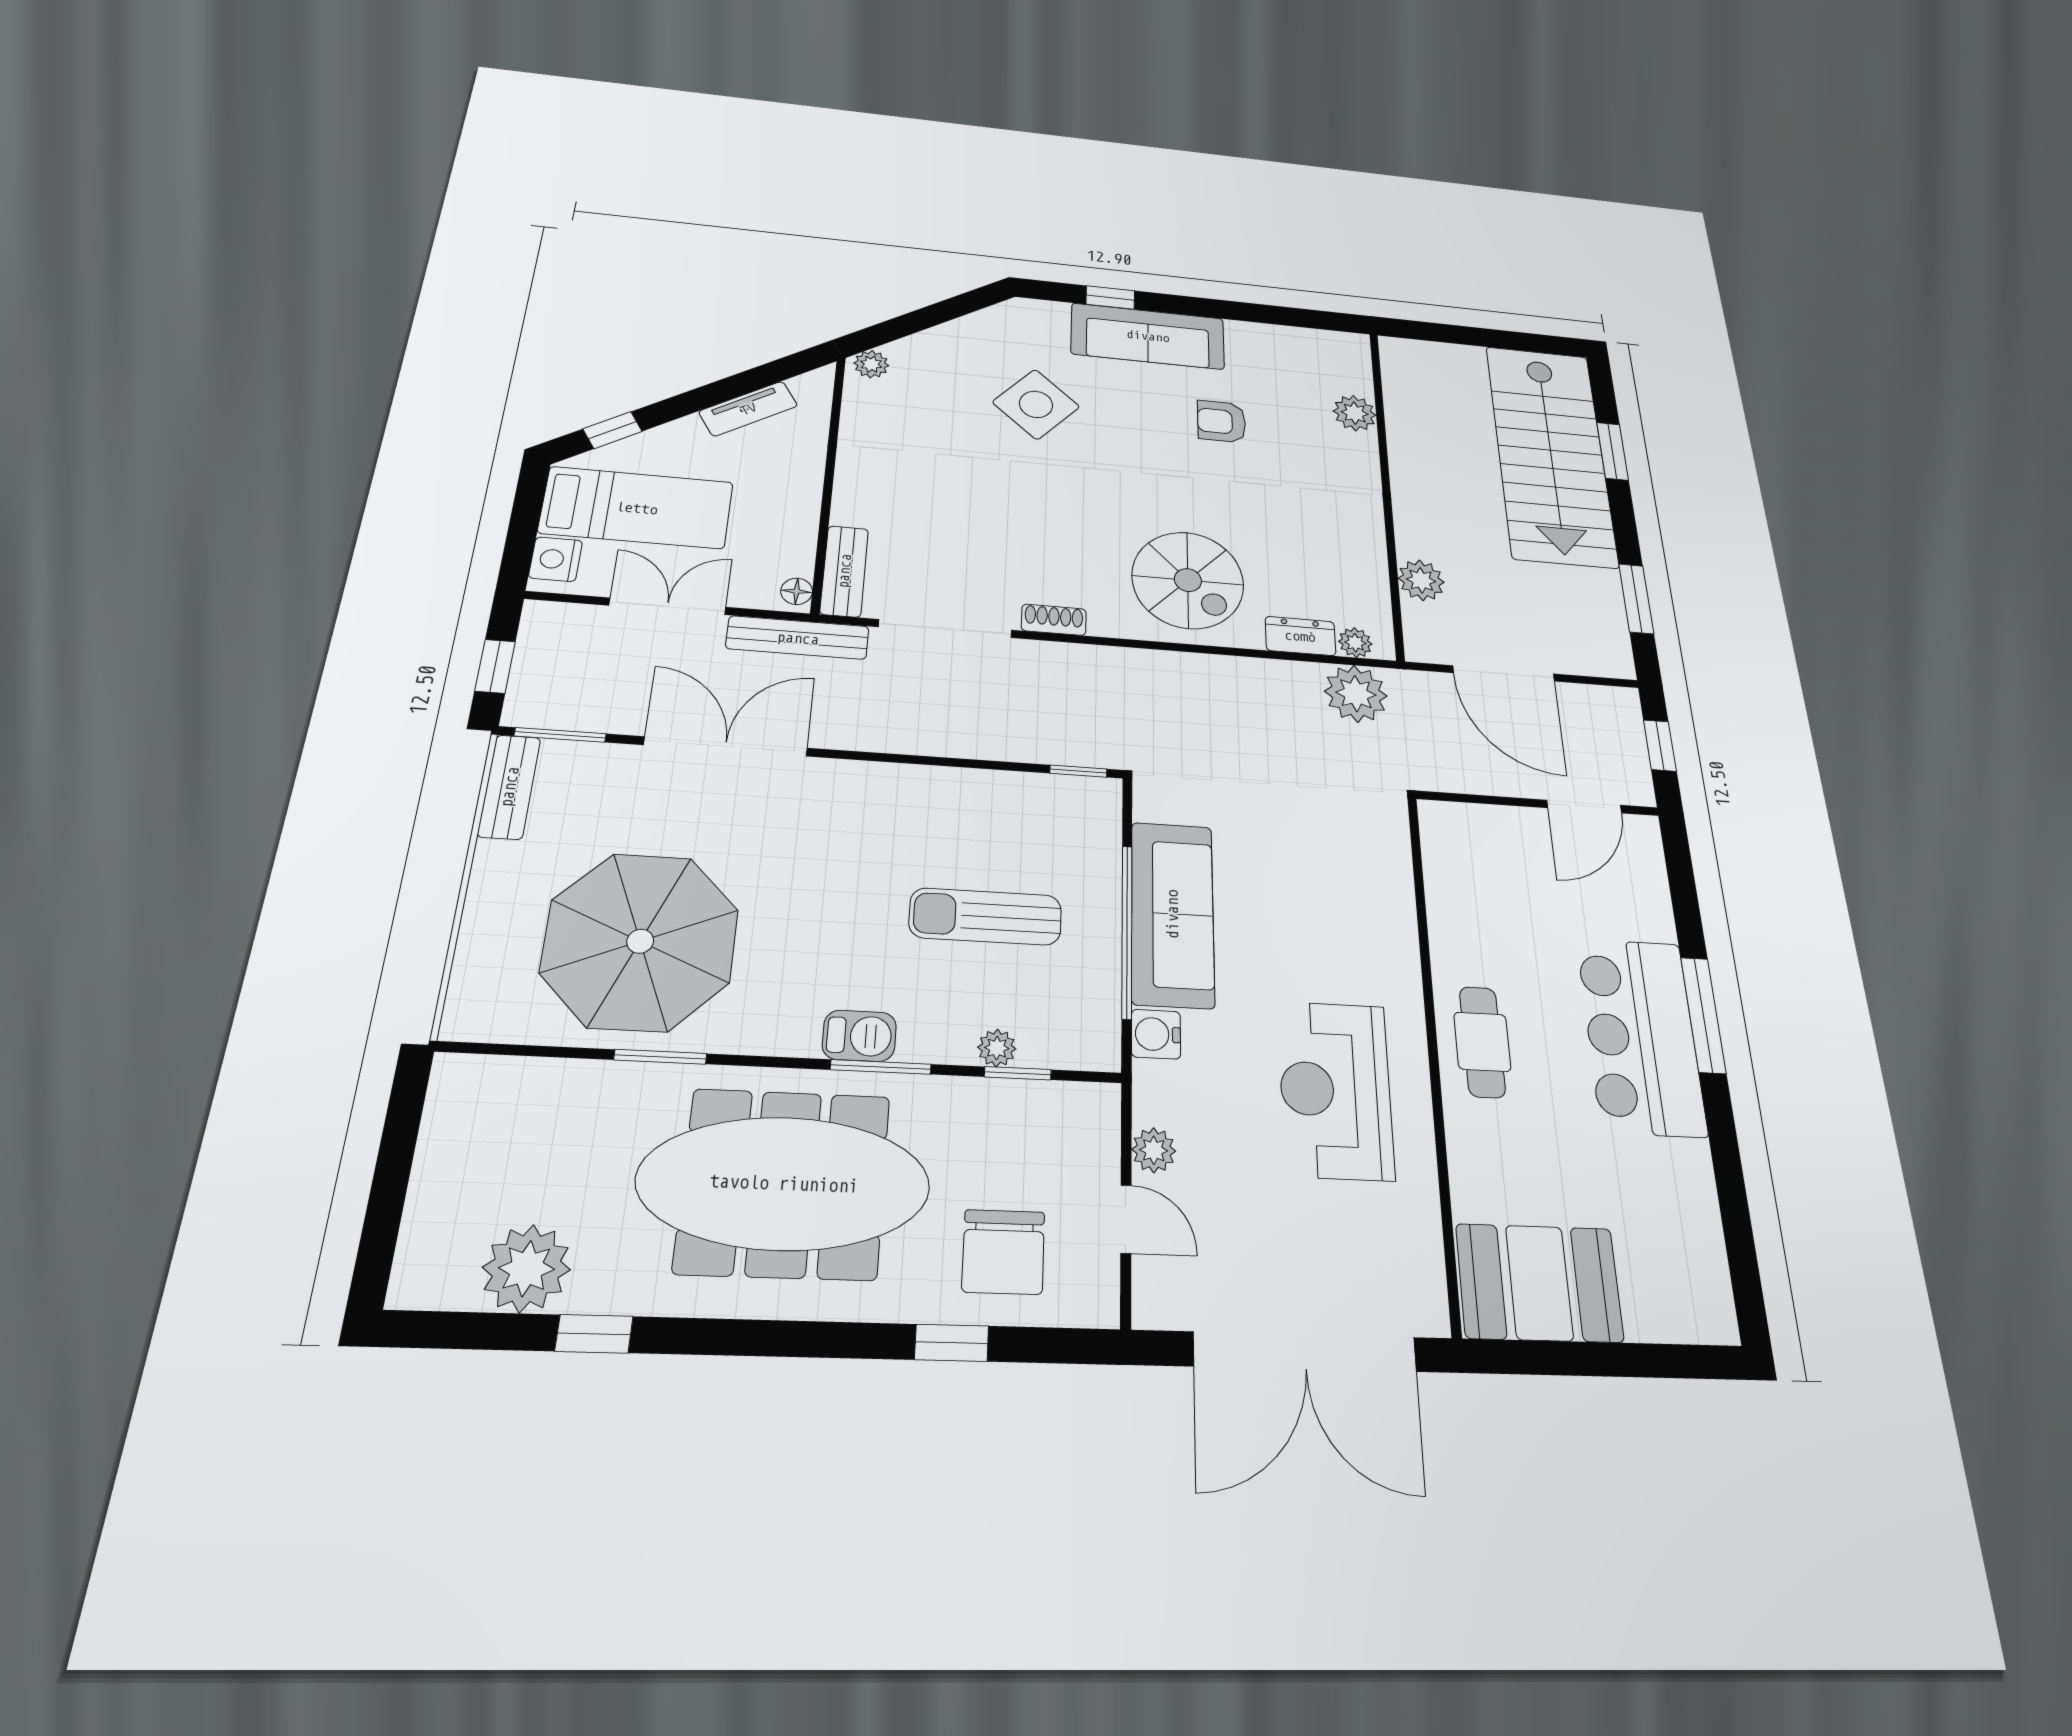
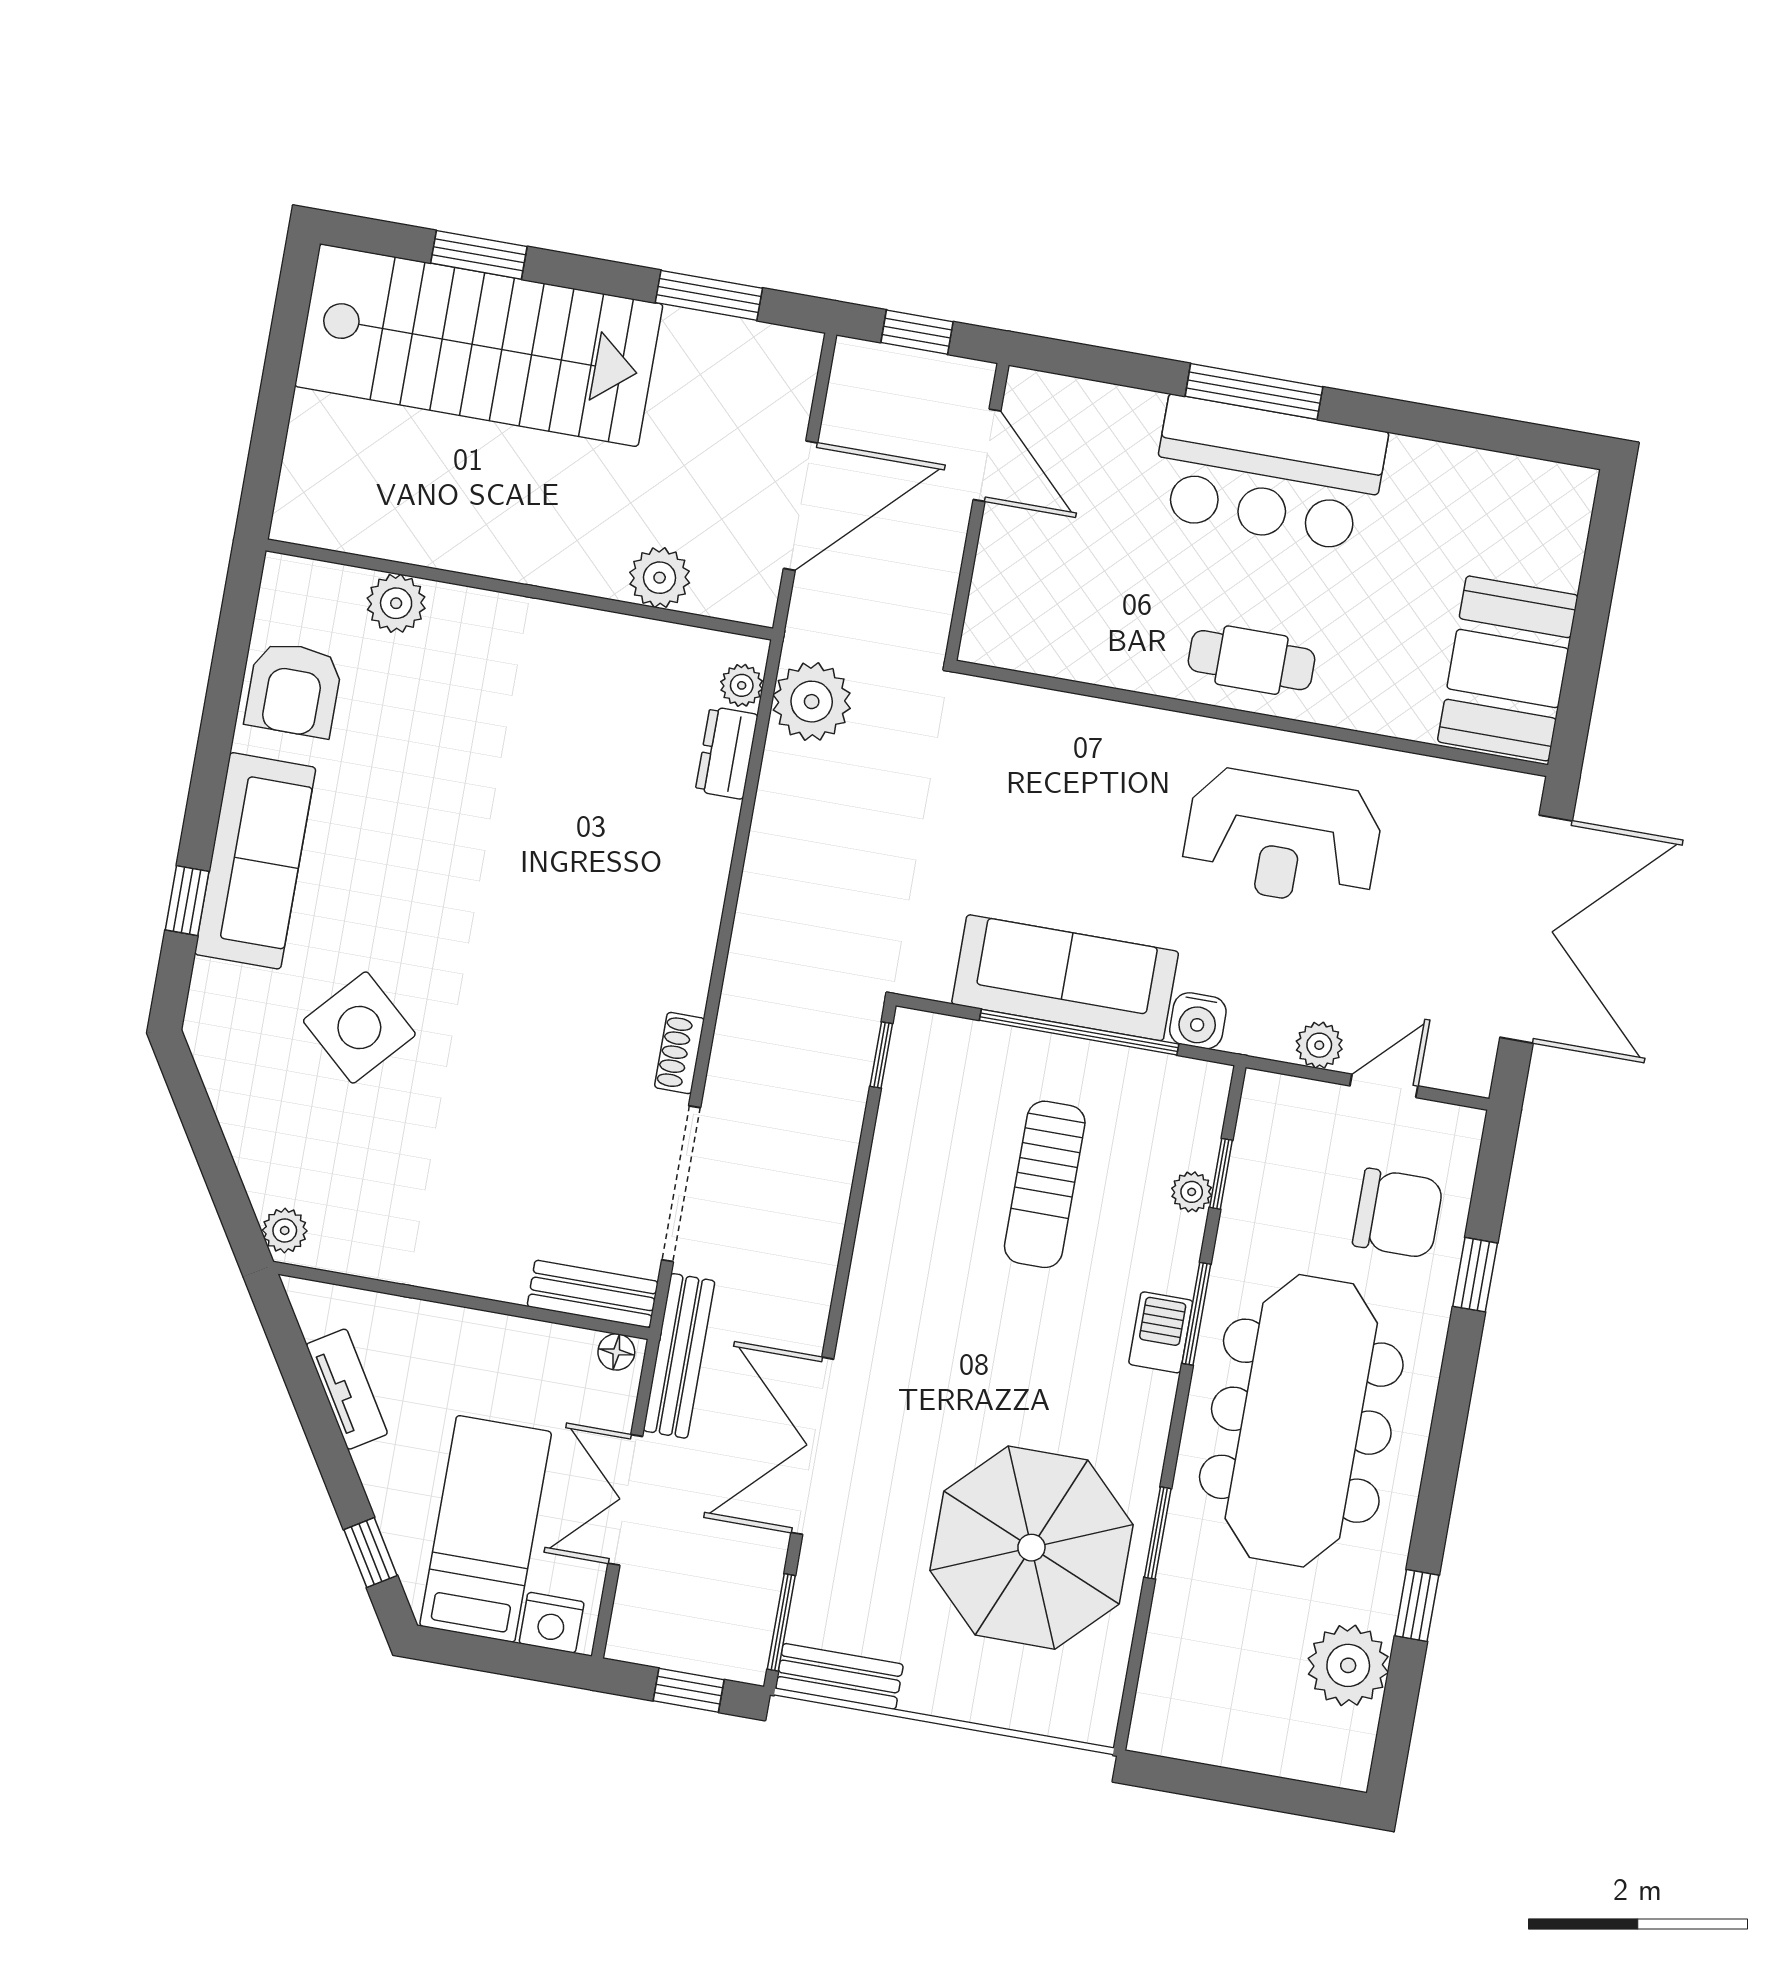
armchair: (1222, 422) -> (294, 689), moved, width x1.38, depth x1.38
spiral stairs: (1188, 580) -> (637, 878), removed

